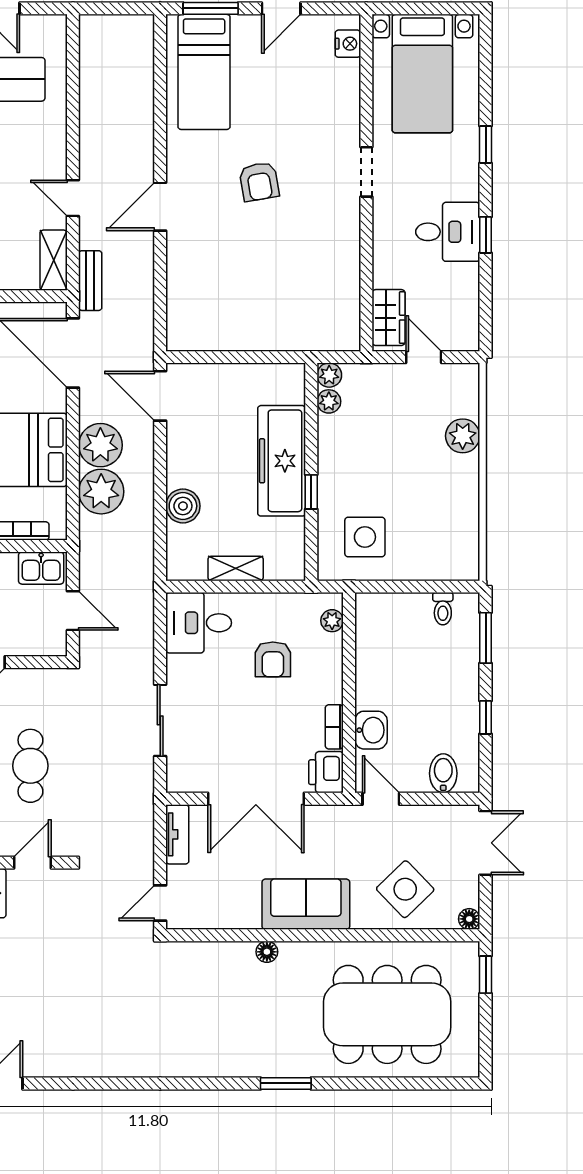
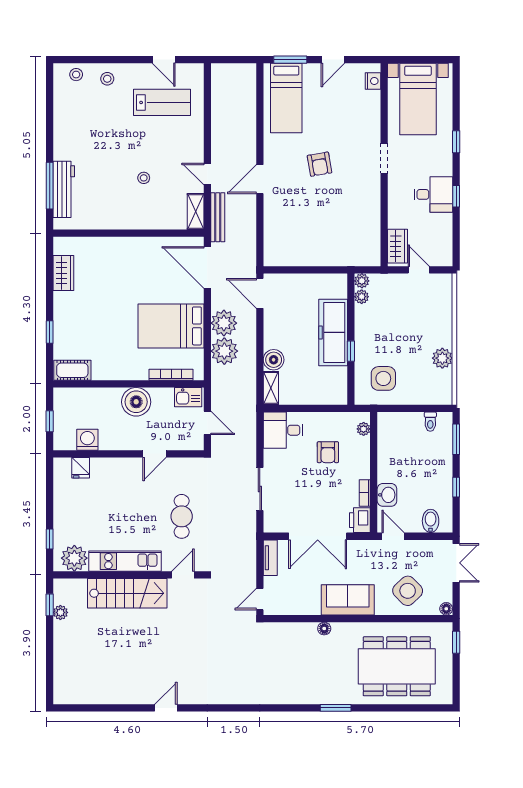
bench: (90, 281) -> (218, 217), width x1.36
plant: (463, 436) -> (442, 358), moved
shelving: (236, 568) -> (271, 388), moved, turned 90

